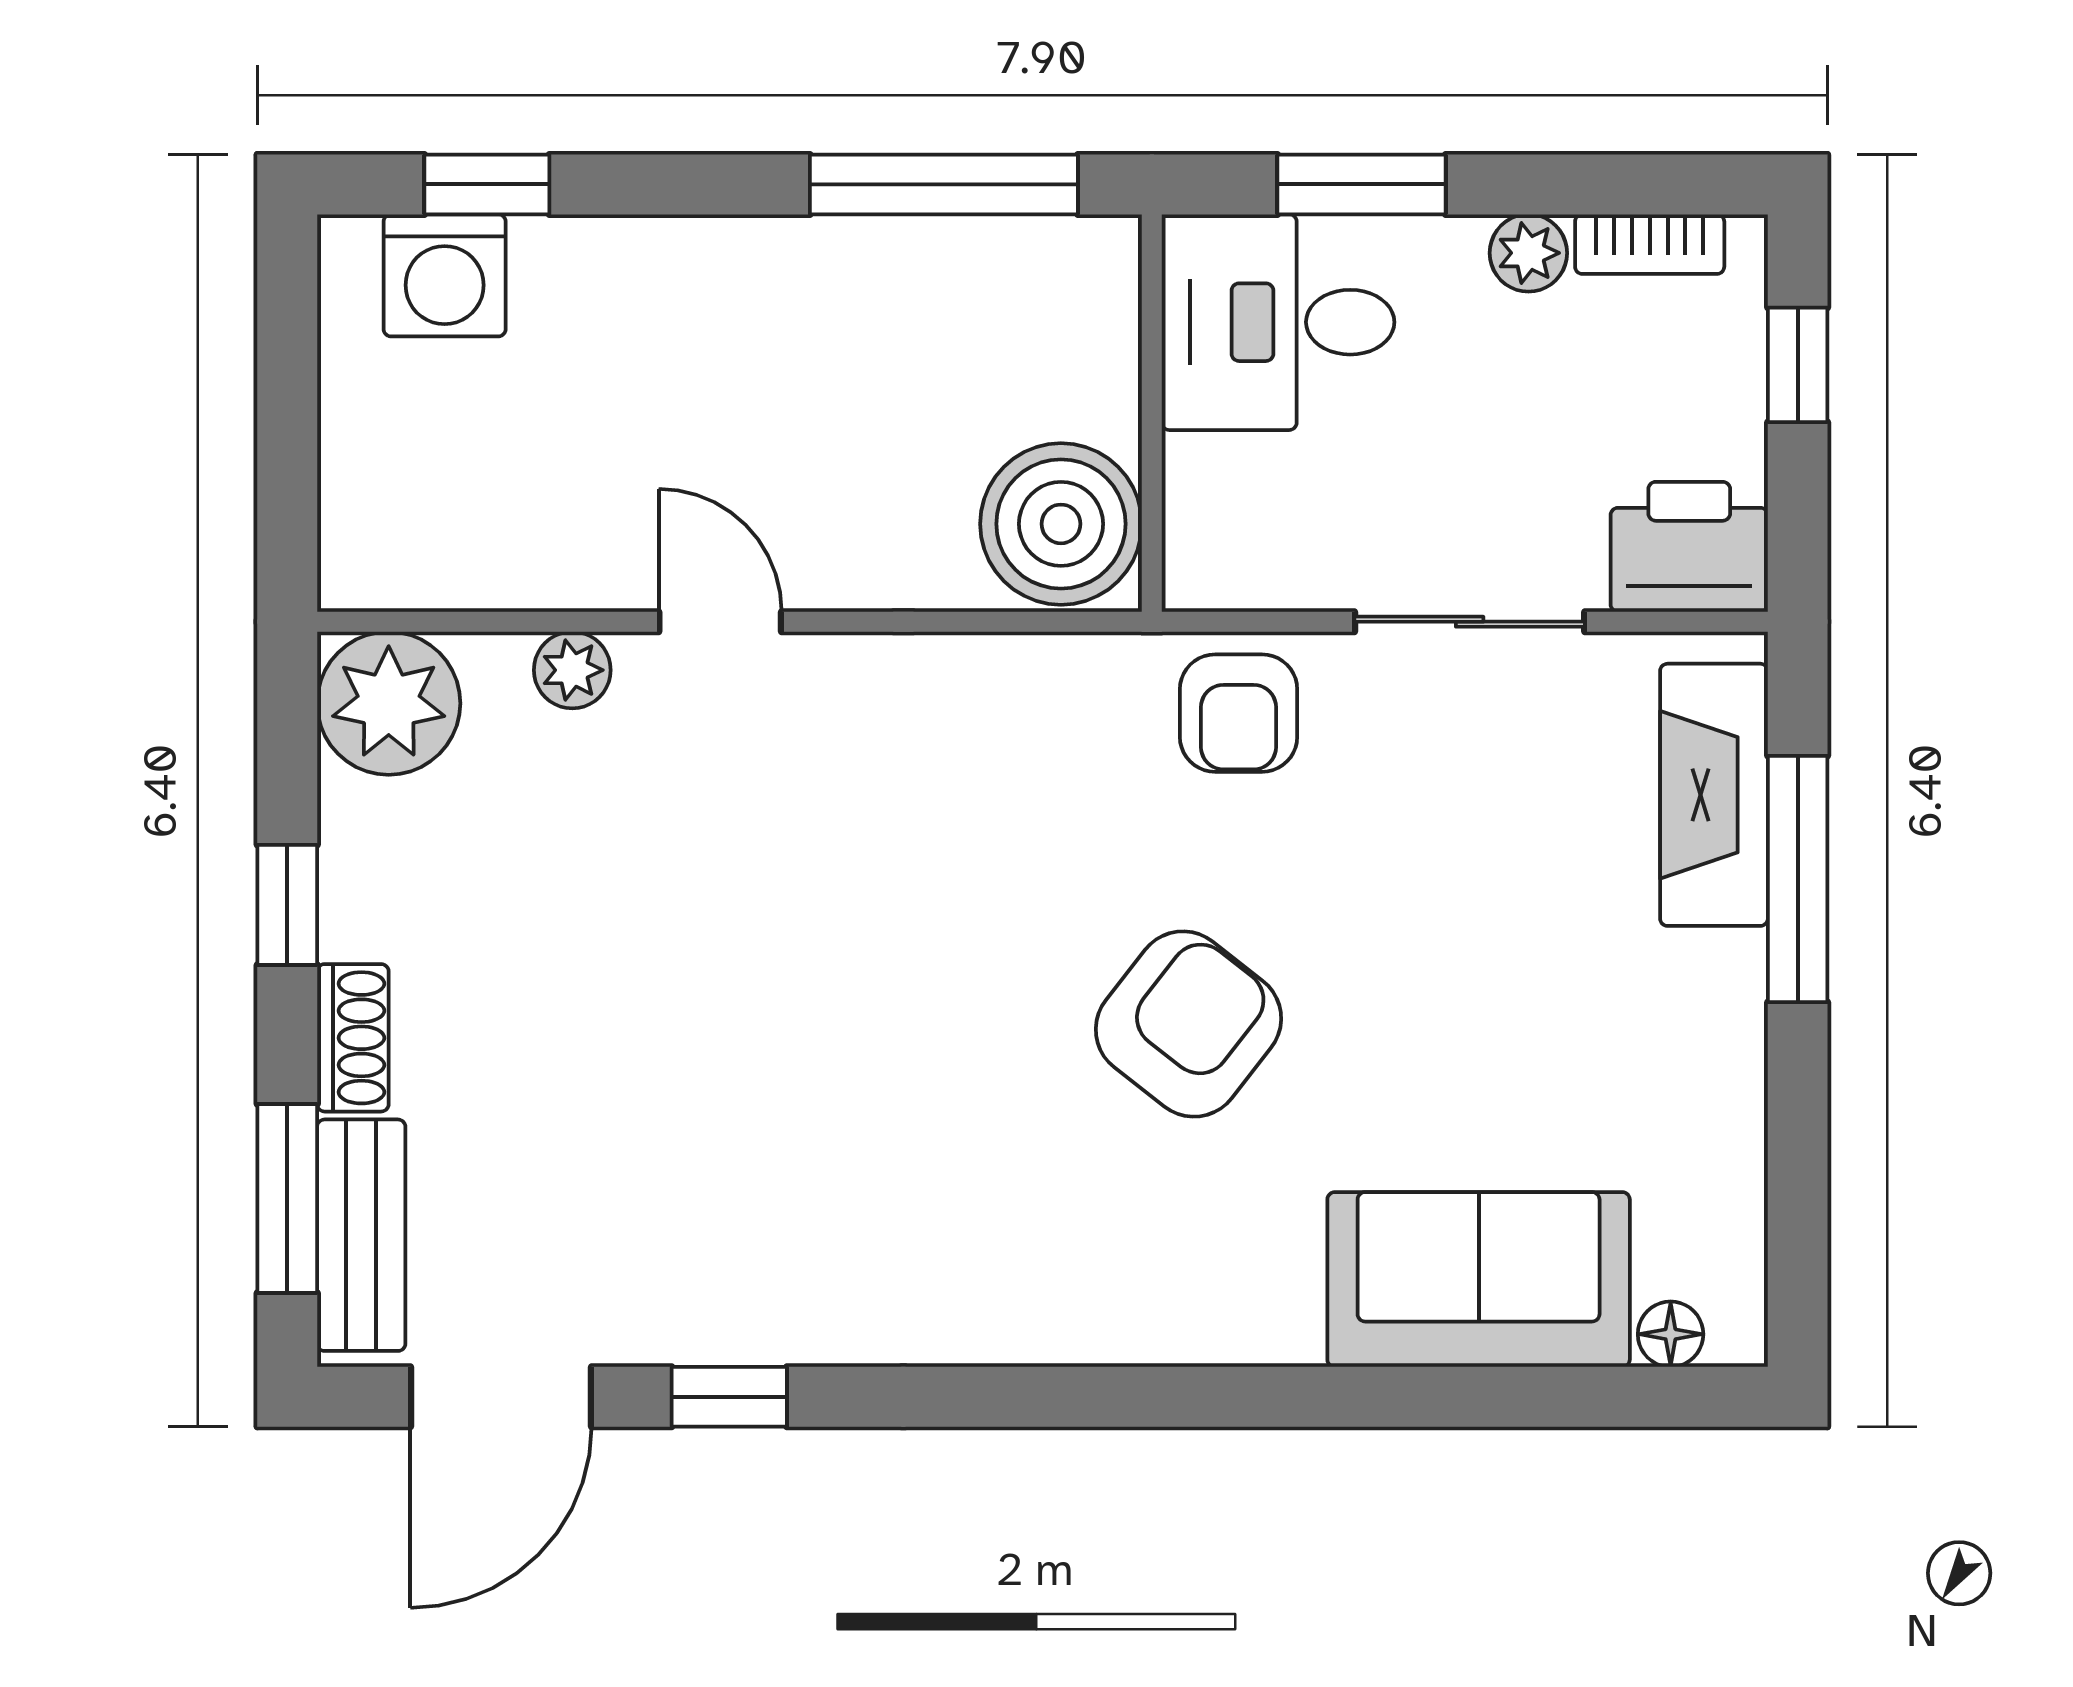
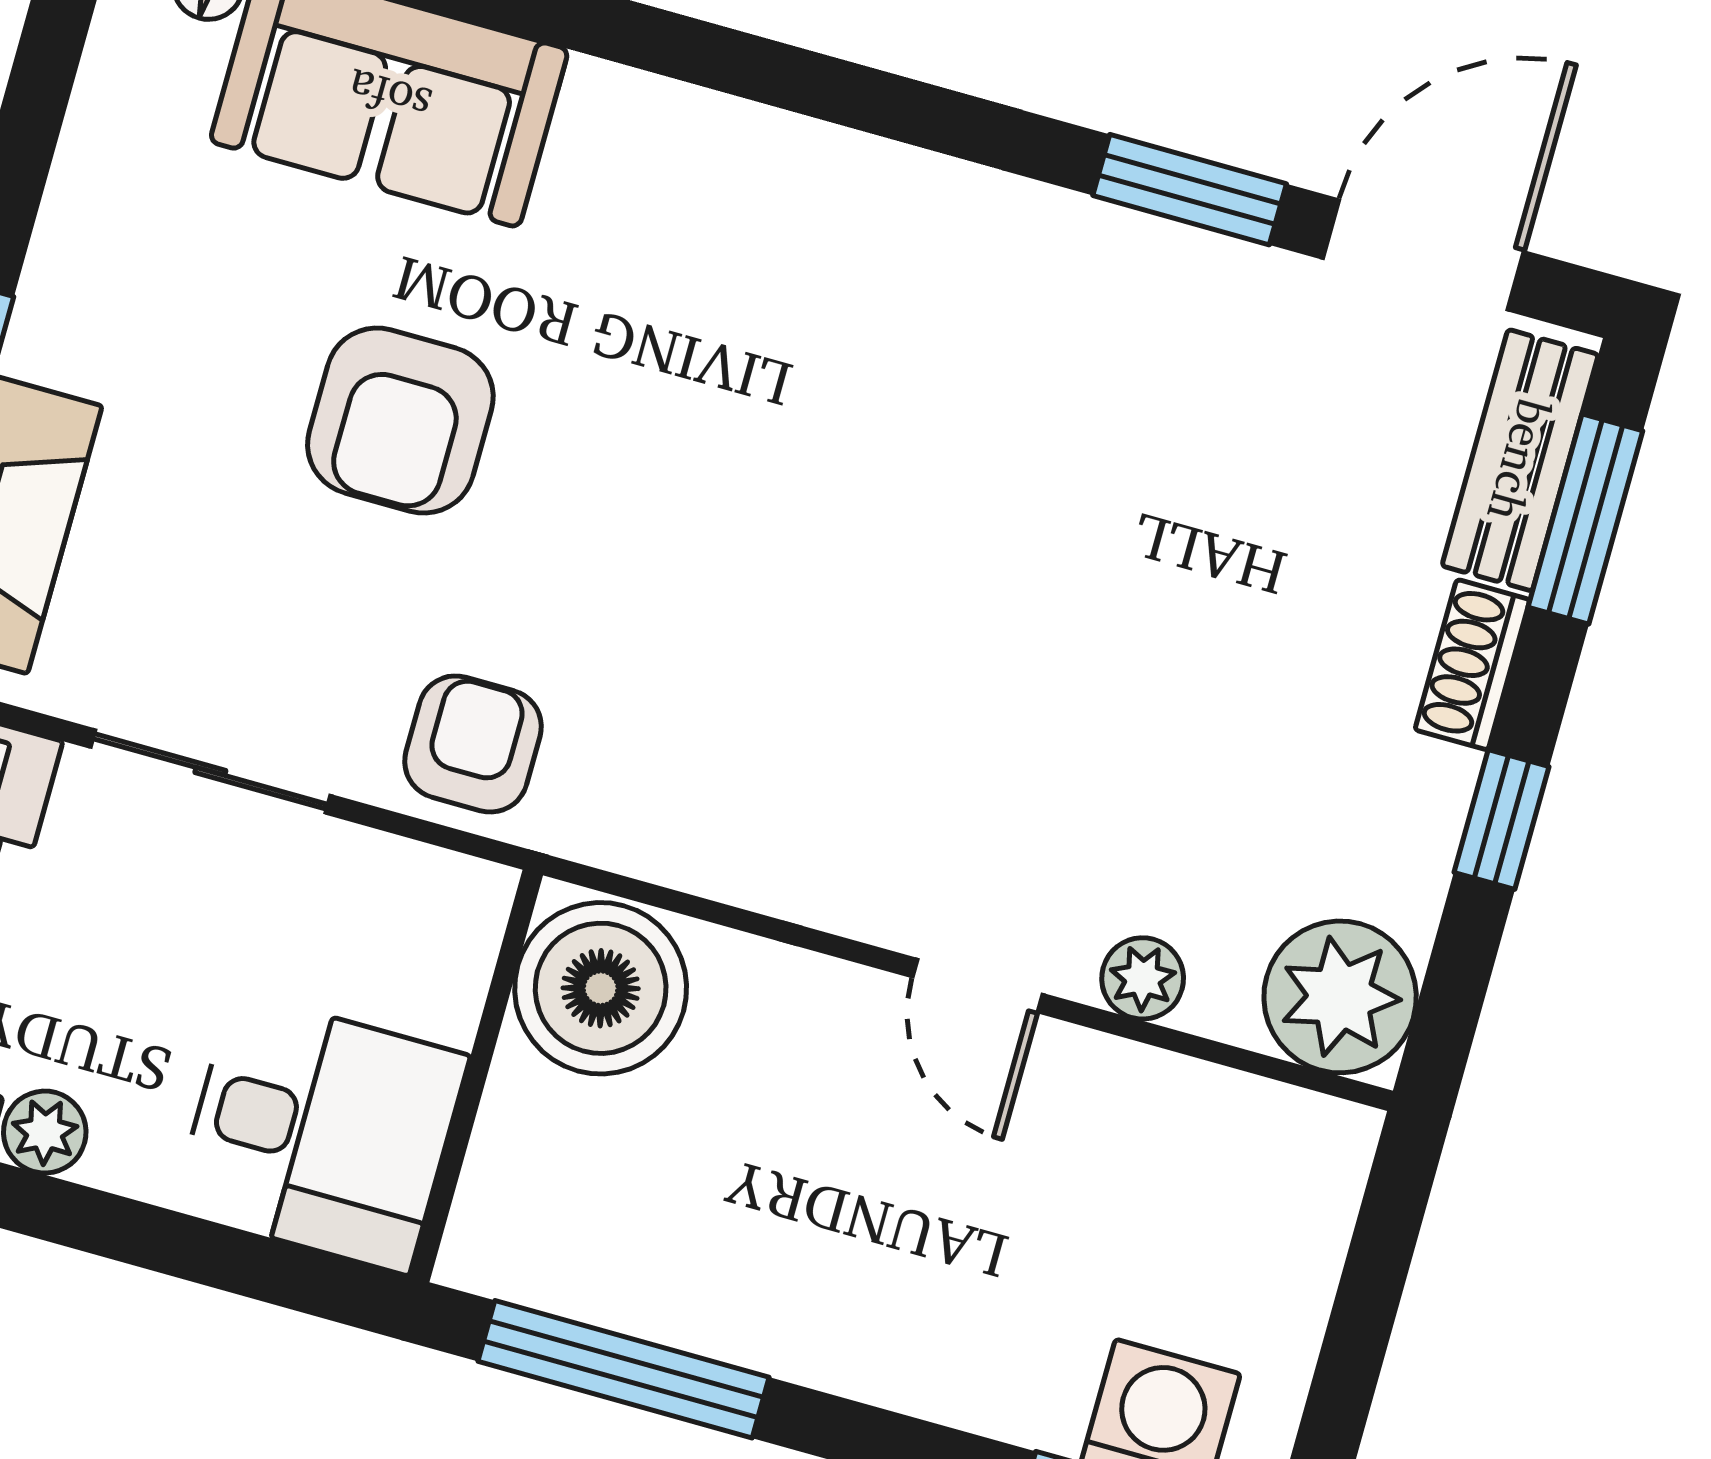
window: (1361, 184) -> (196, 1250), removed
armchair: (1188, 1024) -> (400, 421), moved, turned -38
window: (729, 1397) -> (1190, 190), width x1.50

